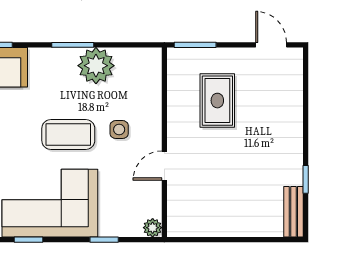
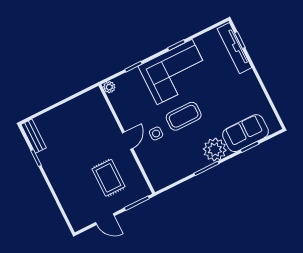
door: (271, 45) -> (105, 219), moved
plant: (96, 66) -> (215, 150), moved
door: (164, 166) -> (128, 141), moved

